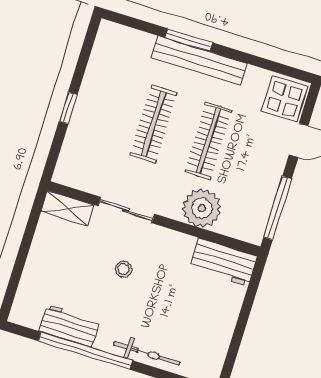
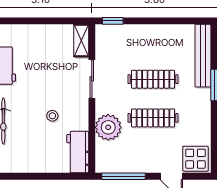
bench: (199, 61) -> (203, 56), moved
window: (68, 108) -> (113, 21), moved
stool: (124, 269) -> (52, 116), moved

